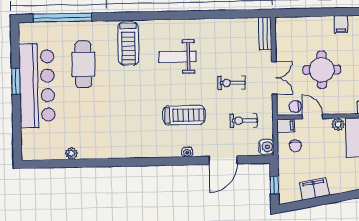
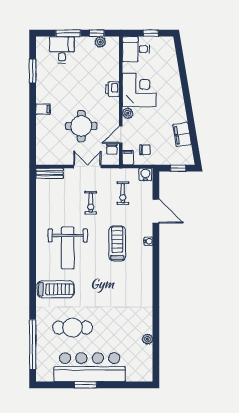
weight bench: (177, 57) -> (68, 248), width x1.36, depth x1.33

